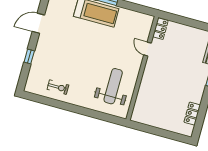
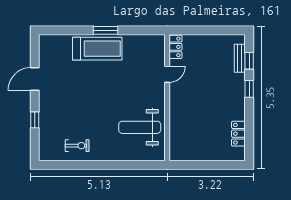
door: (148, 49) -> (167, 74), swing flipped
weight bench: (113, 86) -> (140, 127), turned -90

